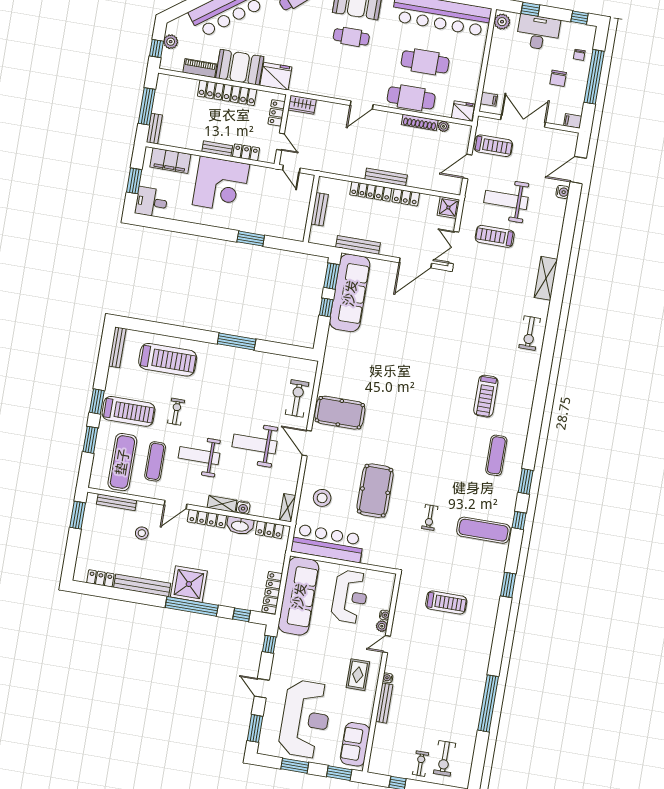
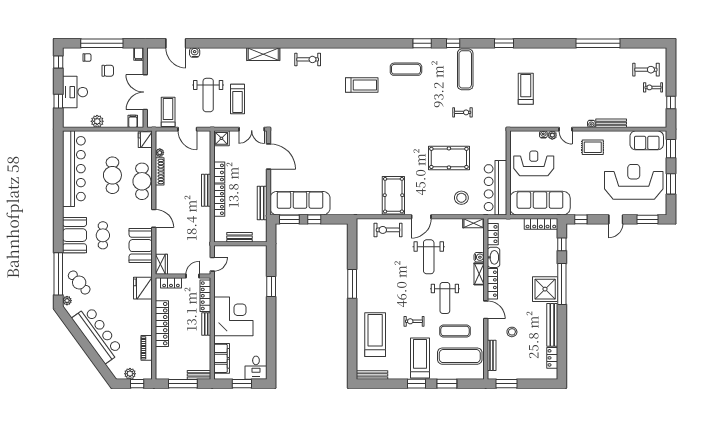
plant: (502, 22) -> (97, 121), moved
booth: (240, 67) -> (141, 246), moved
locker: (246, 152) -> (205, 296), width x1.53

